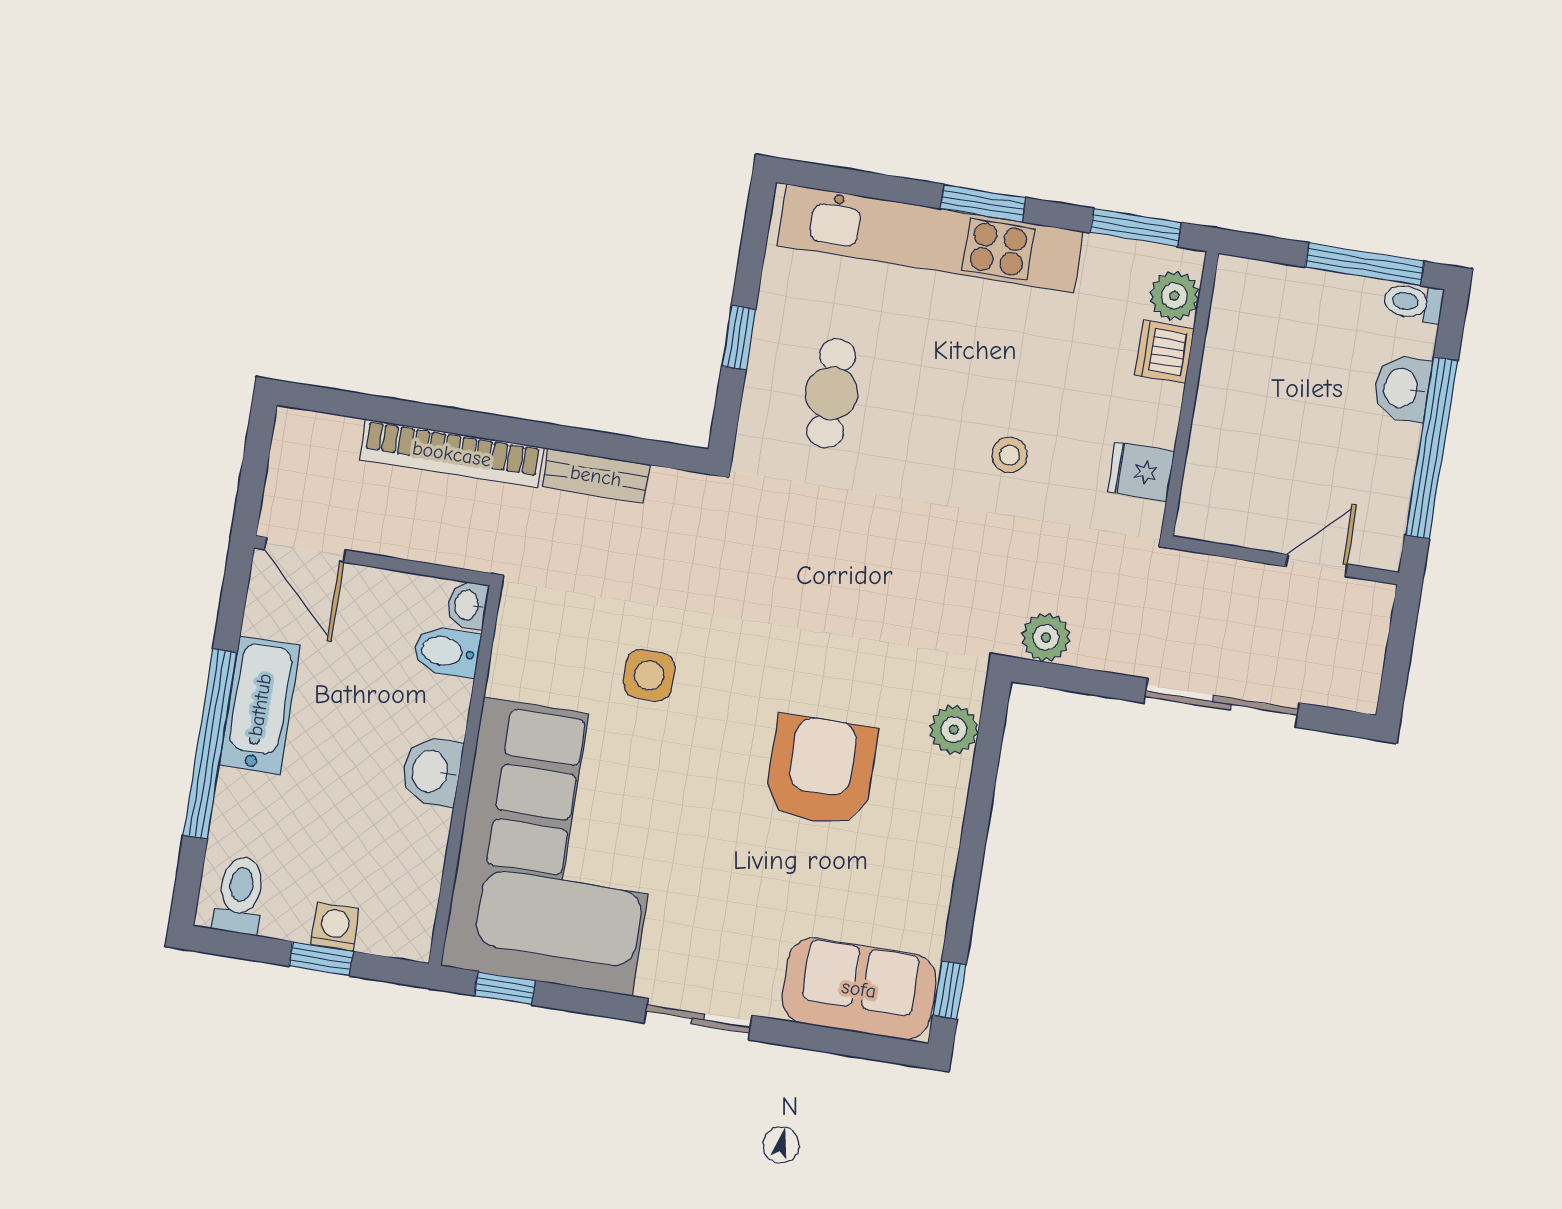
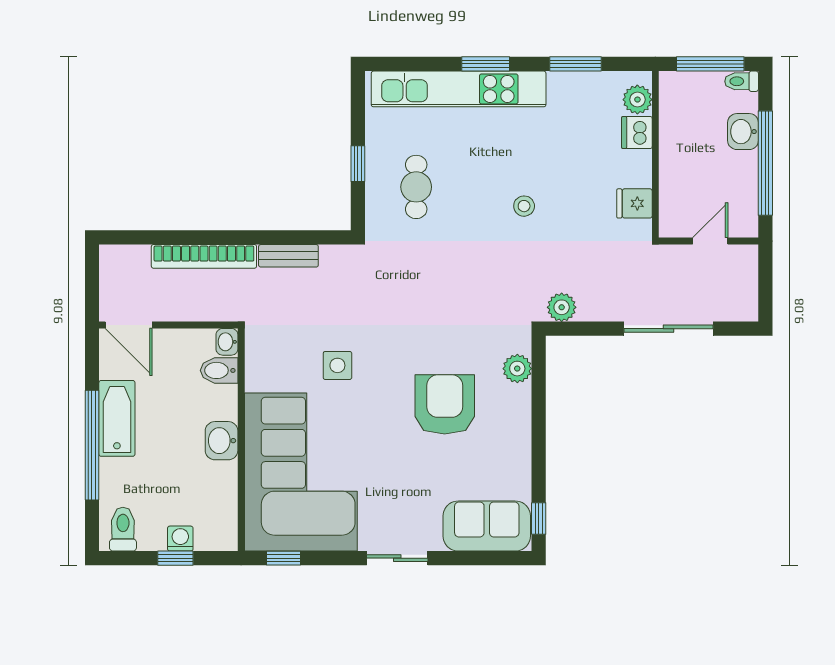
plant: (1174, 296) -> (637, 100), moved
dishwasher: (1164, 352) -> (637, 132), moved
wall: (1190, 394) -> (655, 154), moved
fridge: (1141, 472) -> (634, 203), moved

